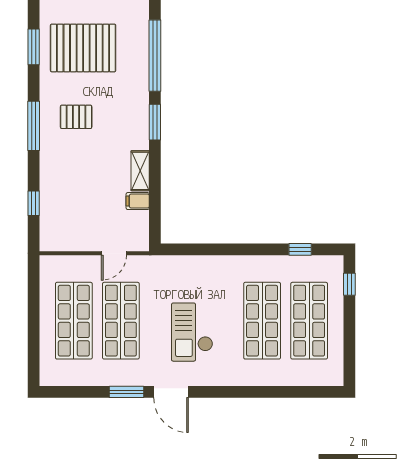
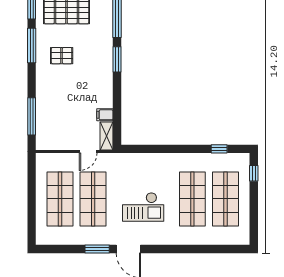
window: (34, 126) -> (32, 46), moved
shelving: (140, 171) -> (107, 136), moved
window: (34, 203) -> (32, 116), width x2.17
checkout: (192, 332) -> (143, 207), turned -90

